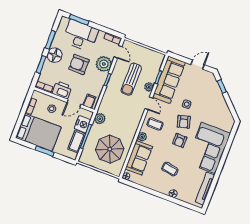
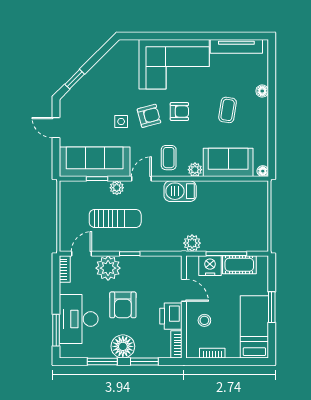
filing cabinet: (89, 101) -> (172, 268), removed
barbecue: (133, 123) -> (180, 191), added
bed: (38, 132) -> (254, 327), width x0.67
parasol: (110, 149) -> (232, 211), removed

